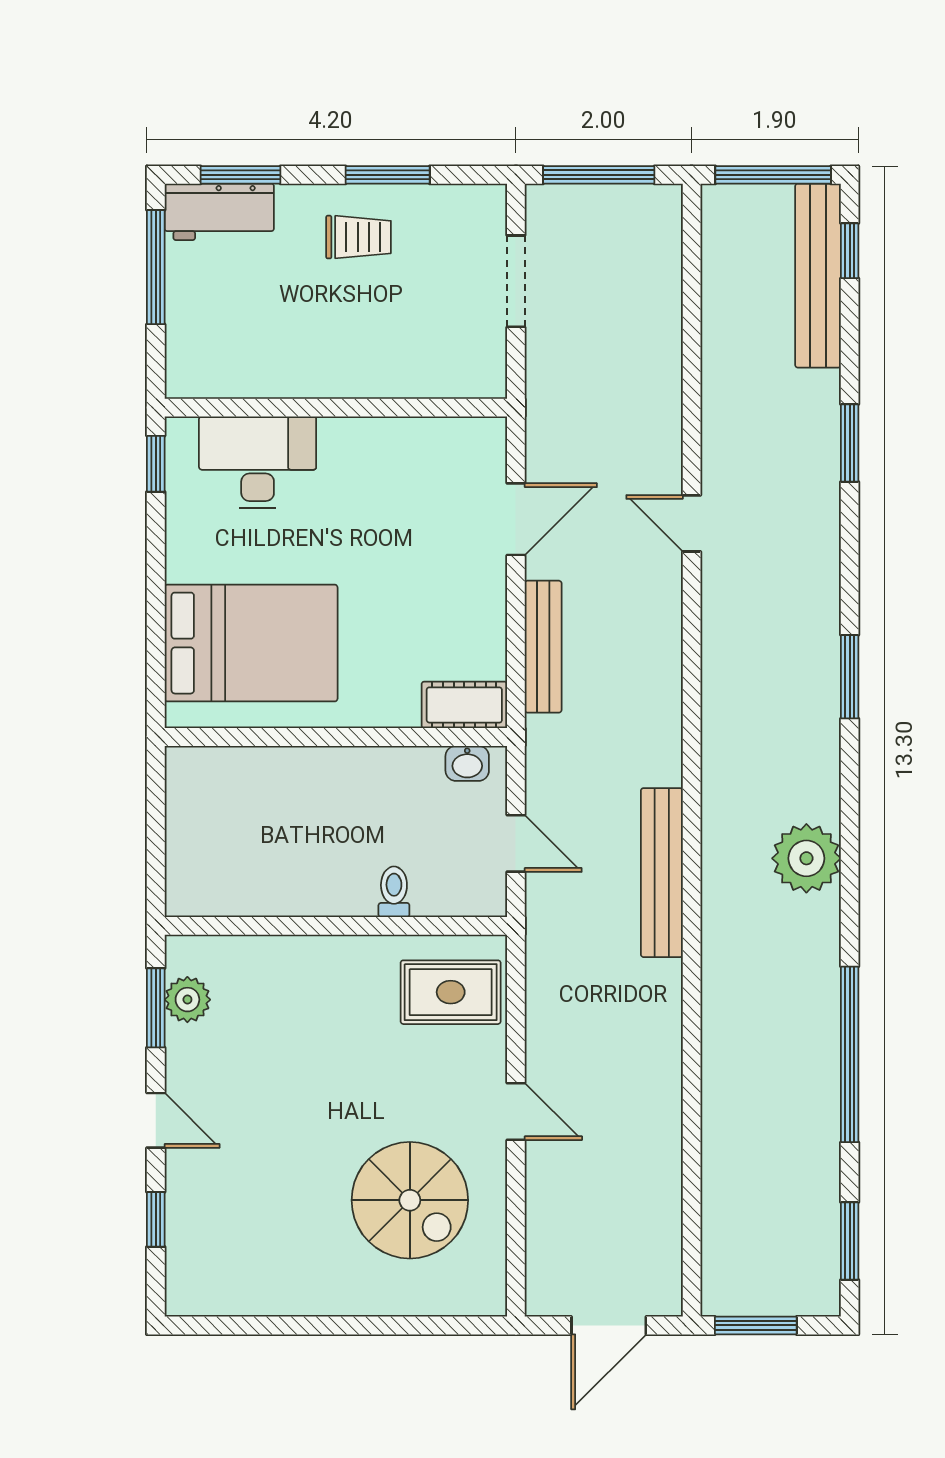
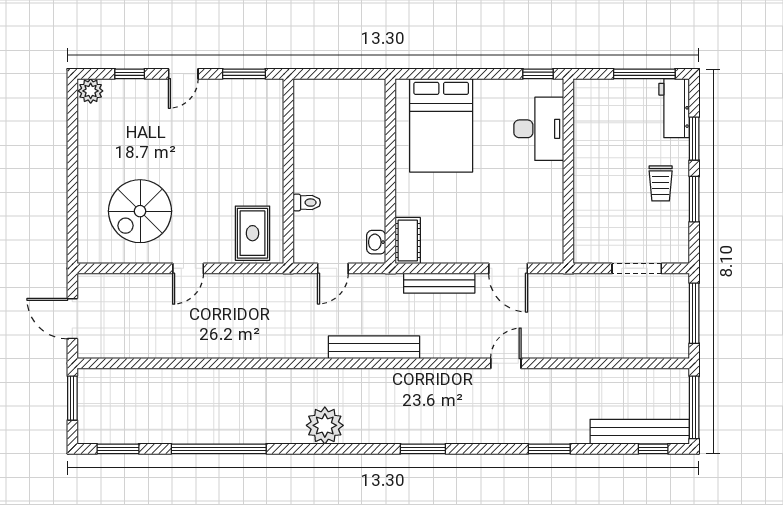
window: (240, 175) -> (694, 139), moved
bench: (662, 873) -> (374, 347), moved
plant: (187, 1000) -> (91, 91), moved

